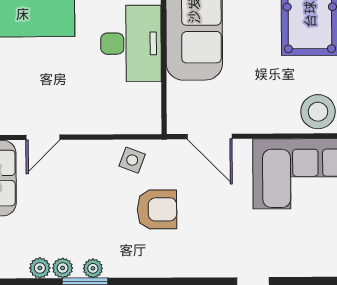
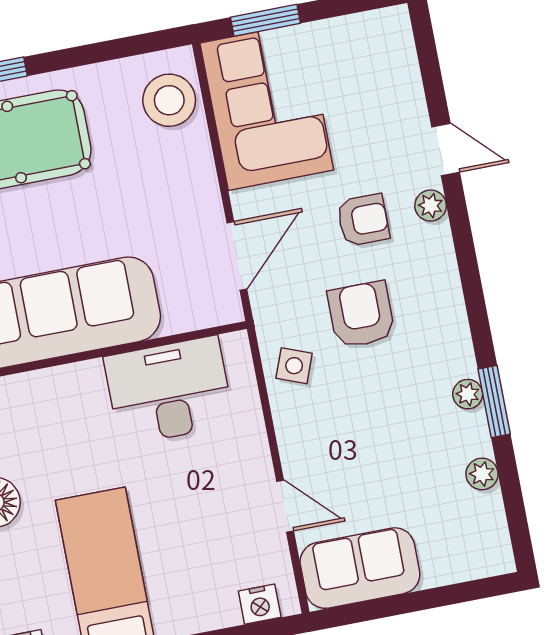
desk: (131, 44) -> (169, 391), moved
armchair: (218, 222) -> (363, 220), added
plant: (63, 268) -> (431, 206), moved

